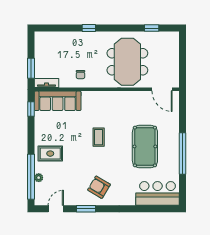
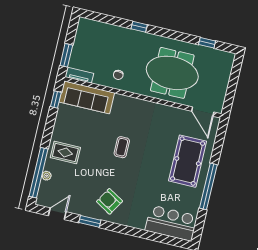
meeting table: (127, 62) -> (172, 73), turned 90
pool table: (145, 146) -> (188, 161), moved

